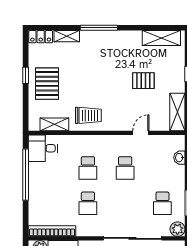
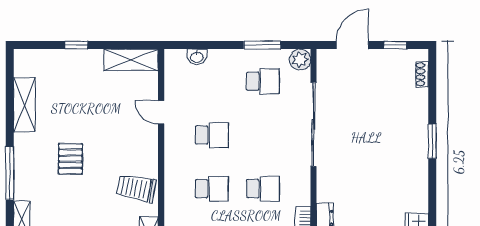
shelving: (161, 38) -> (24, 105), moved
pallet: (143, 81) -> (70, 159), moved
trolley: (88, 115) -> (136, 188), turned -79

